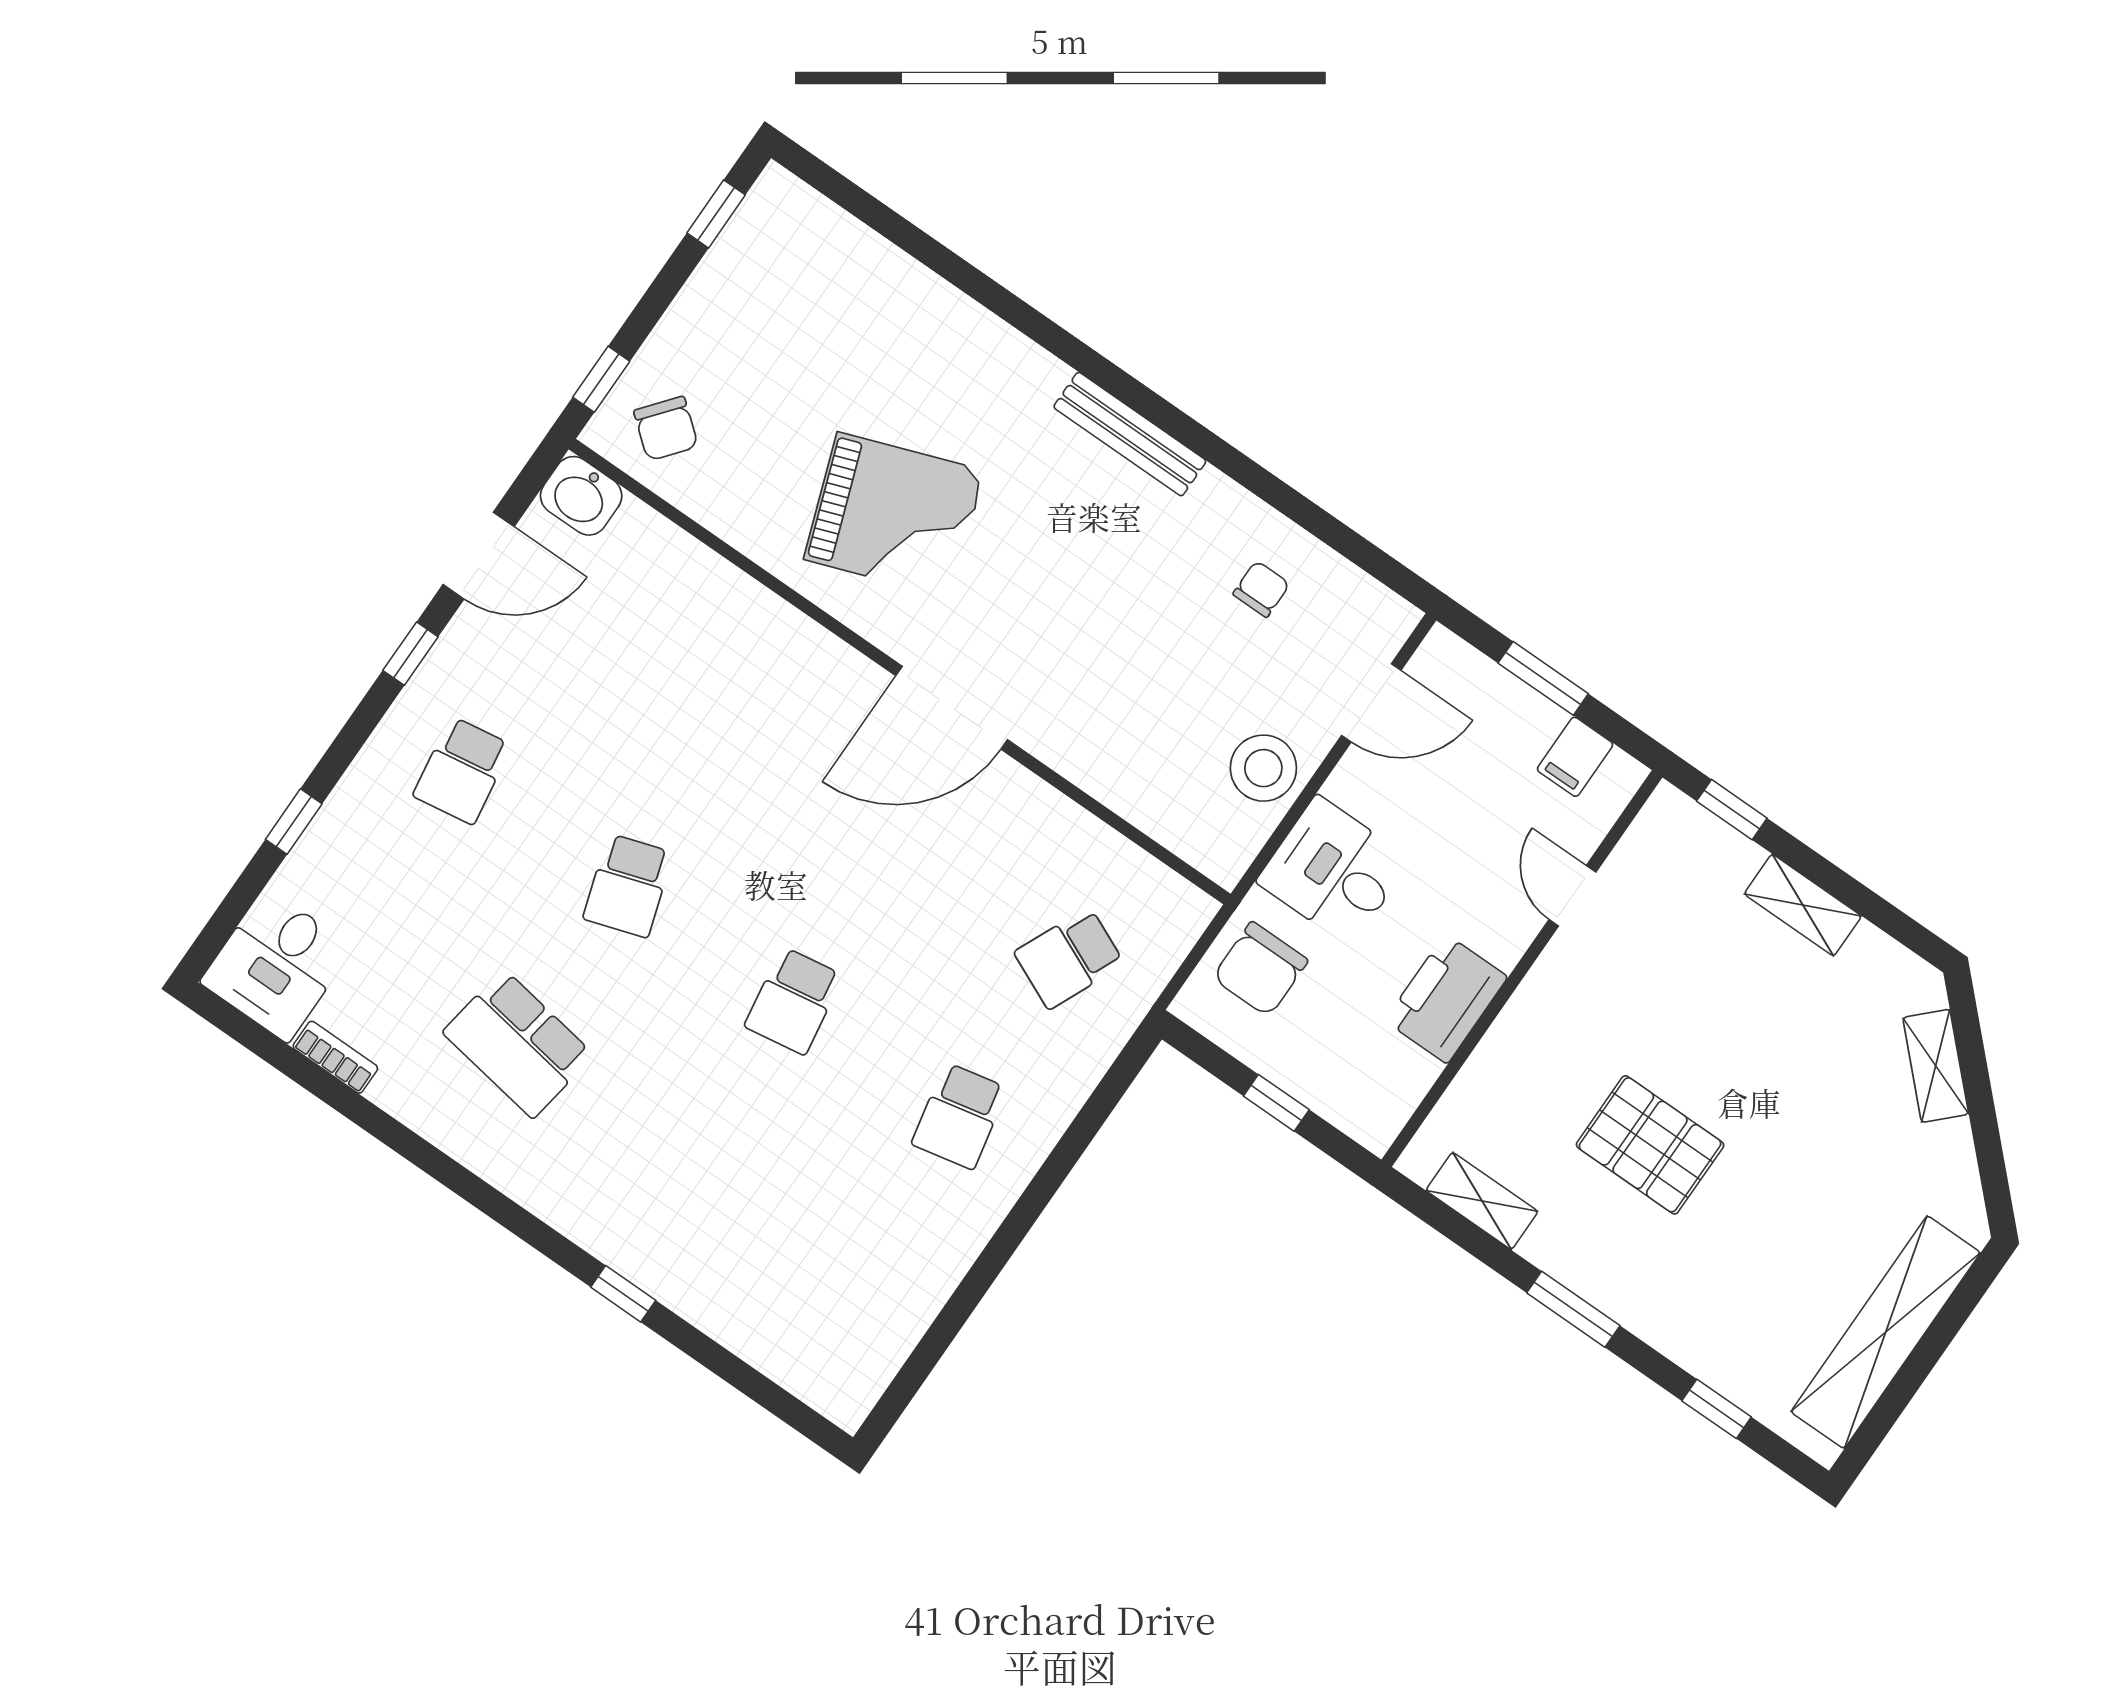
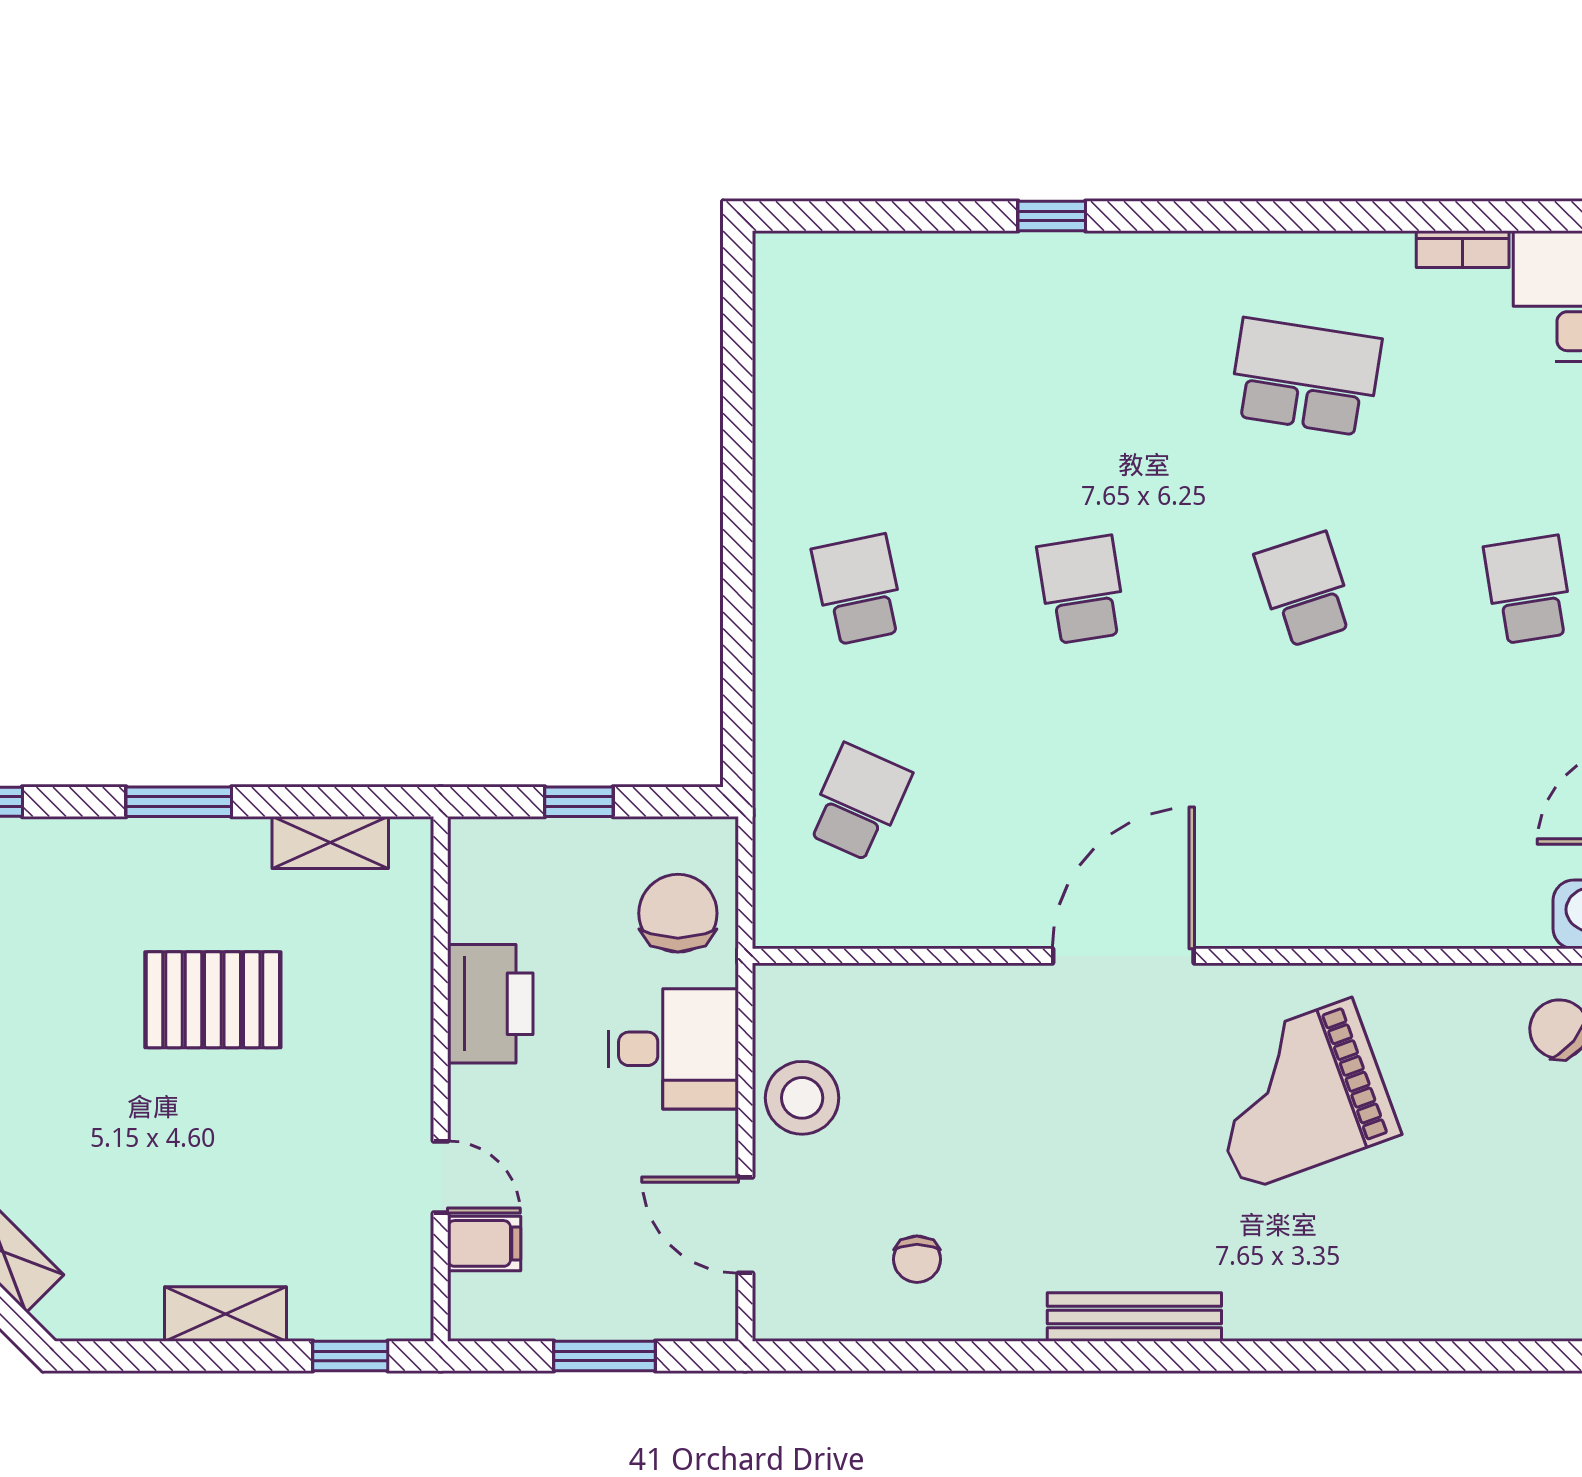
door: (1371, 703) -> (745, 1225), hinge flipped
filing cabinet: (1575, 757) -> (484, 1243), moved, turned 90

